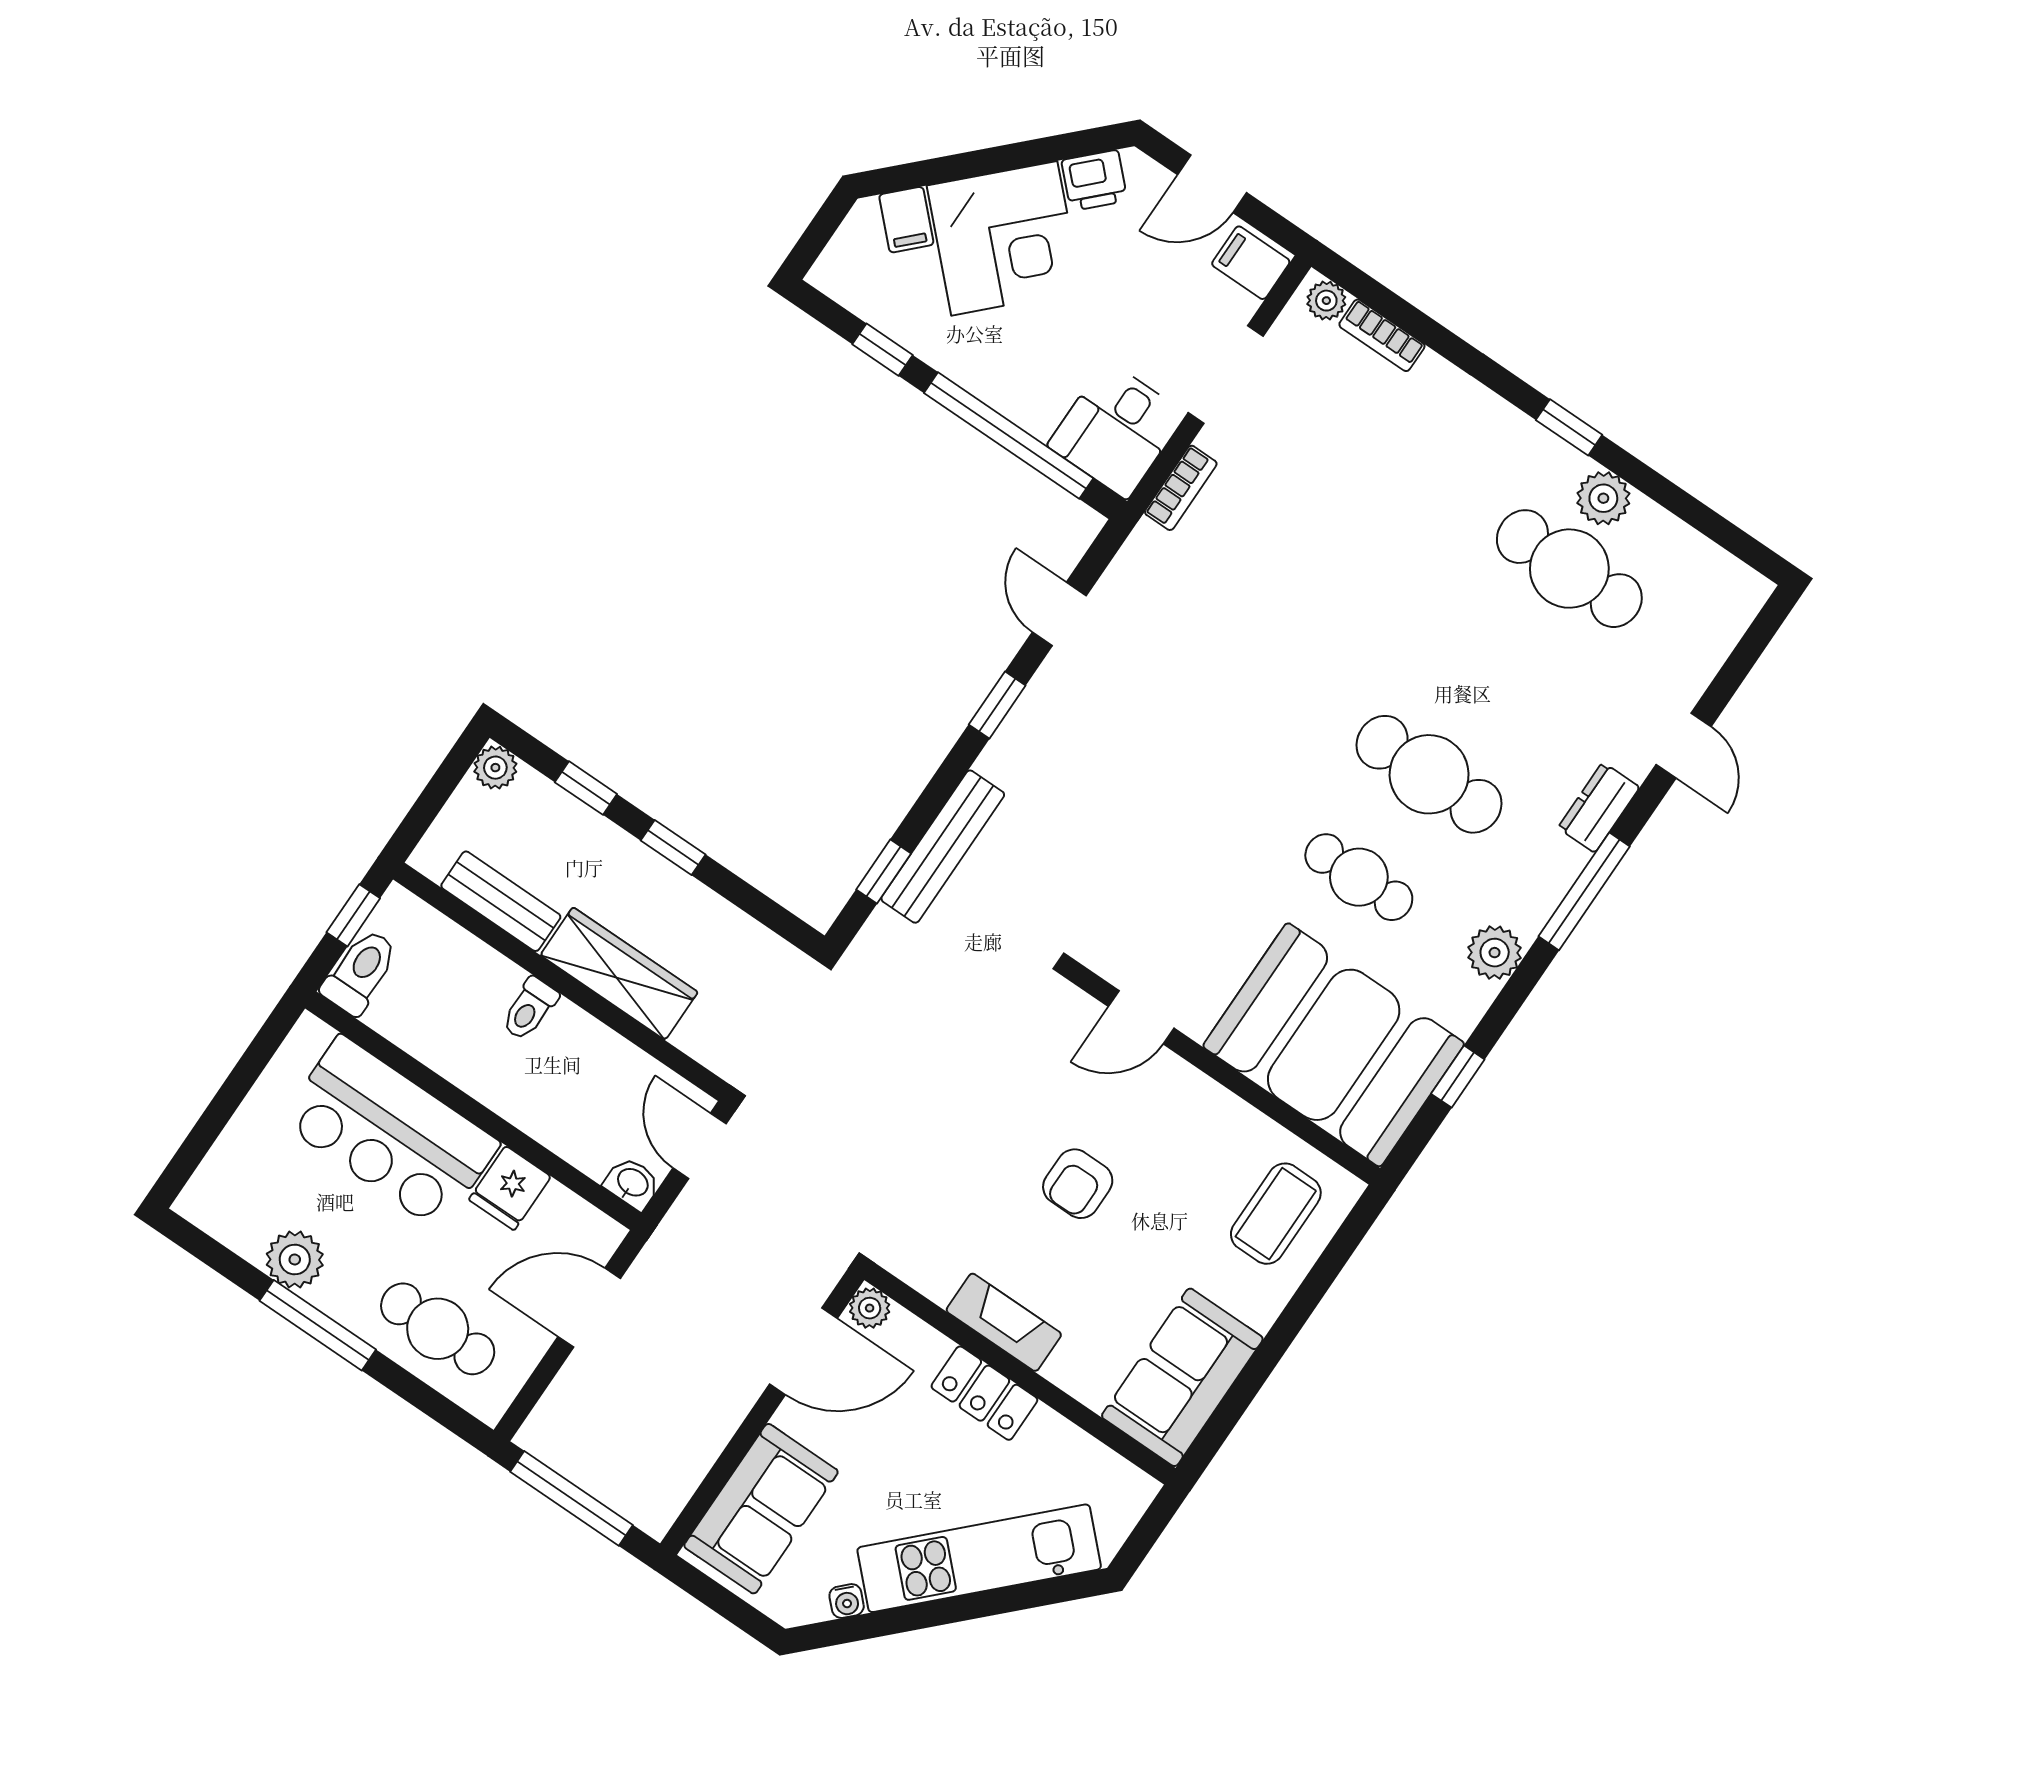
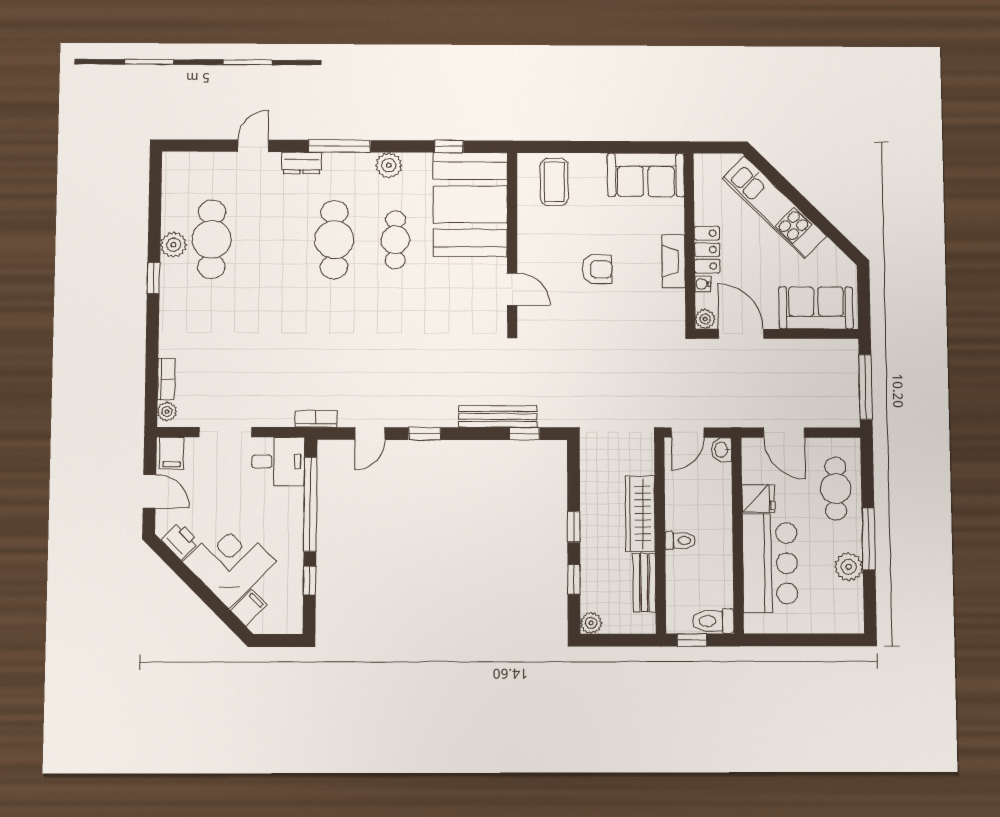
bookcase: (1181, 488) -> (316, 419), moved
coffee table: (1276, 1214) -> (554, 182), turned 90
water cooler: (847, 1601) -> (703, 284), moved, turned -135

